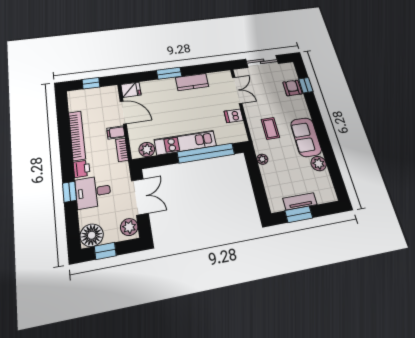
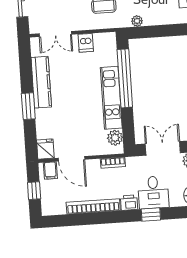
kitchen counter: (192, 82) -> (41, 82), width x1.50
double door: (237, 90) -> (55, 34), swing flipped
door: (123, 112) -> (71, 159), swing flipped
filing cabinet: (116, 133) -> (50, 171), moved

